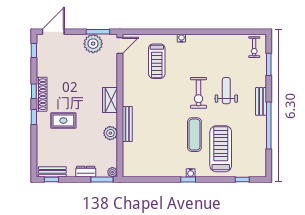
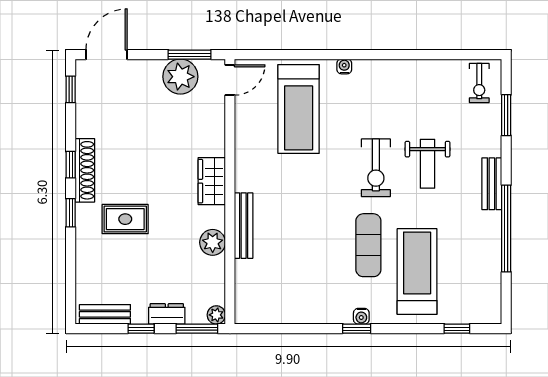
treadmill: (157, 61) -> (299, 109), width x1.37, depth x1.38
weight bench: (226, 91) -> (427, 164), turned 180
window: (51, 180) -> (141, 329), moved

